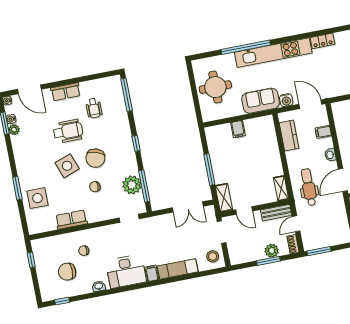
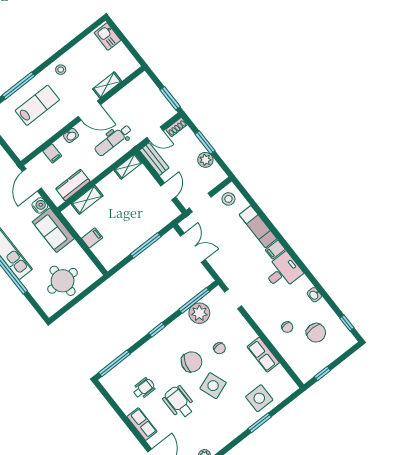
shelving: (224, 198) -> (87, 200), moved
plant: (272, 251) -> (205, 160), moved
desk: (126, 271) -> (283, 271), width x0.73

